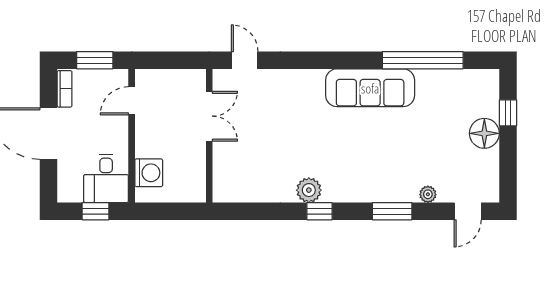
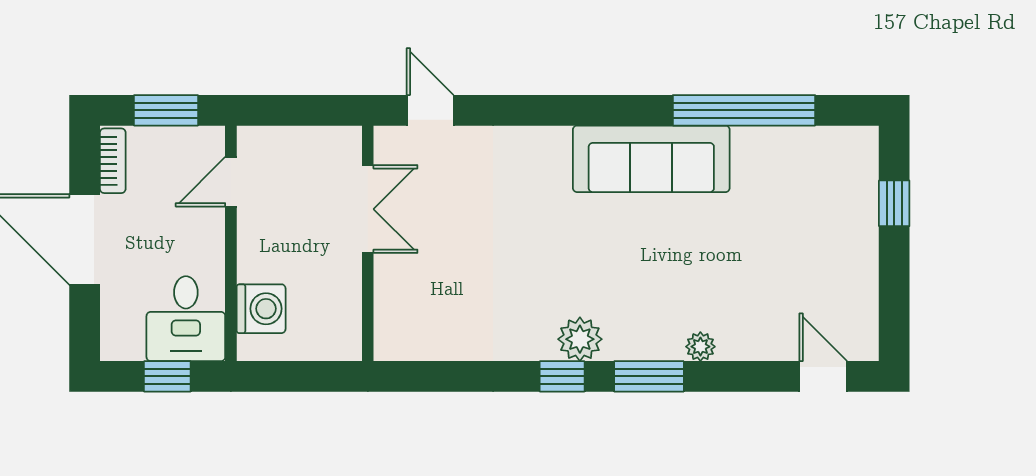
floor lamp: (484, 133) -> (853, 239), removed
plant: (309, 190) -> (580, 339), moved
plant: (428, 194) -> (700, 347), moved
window: (392, 211) -> (649, 376), moved
door: (468, 211) -> (823, 376), swing flipped

